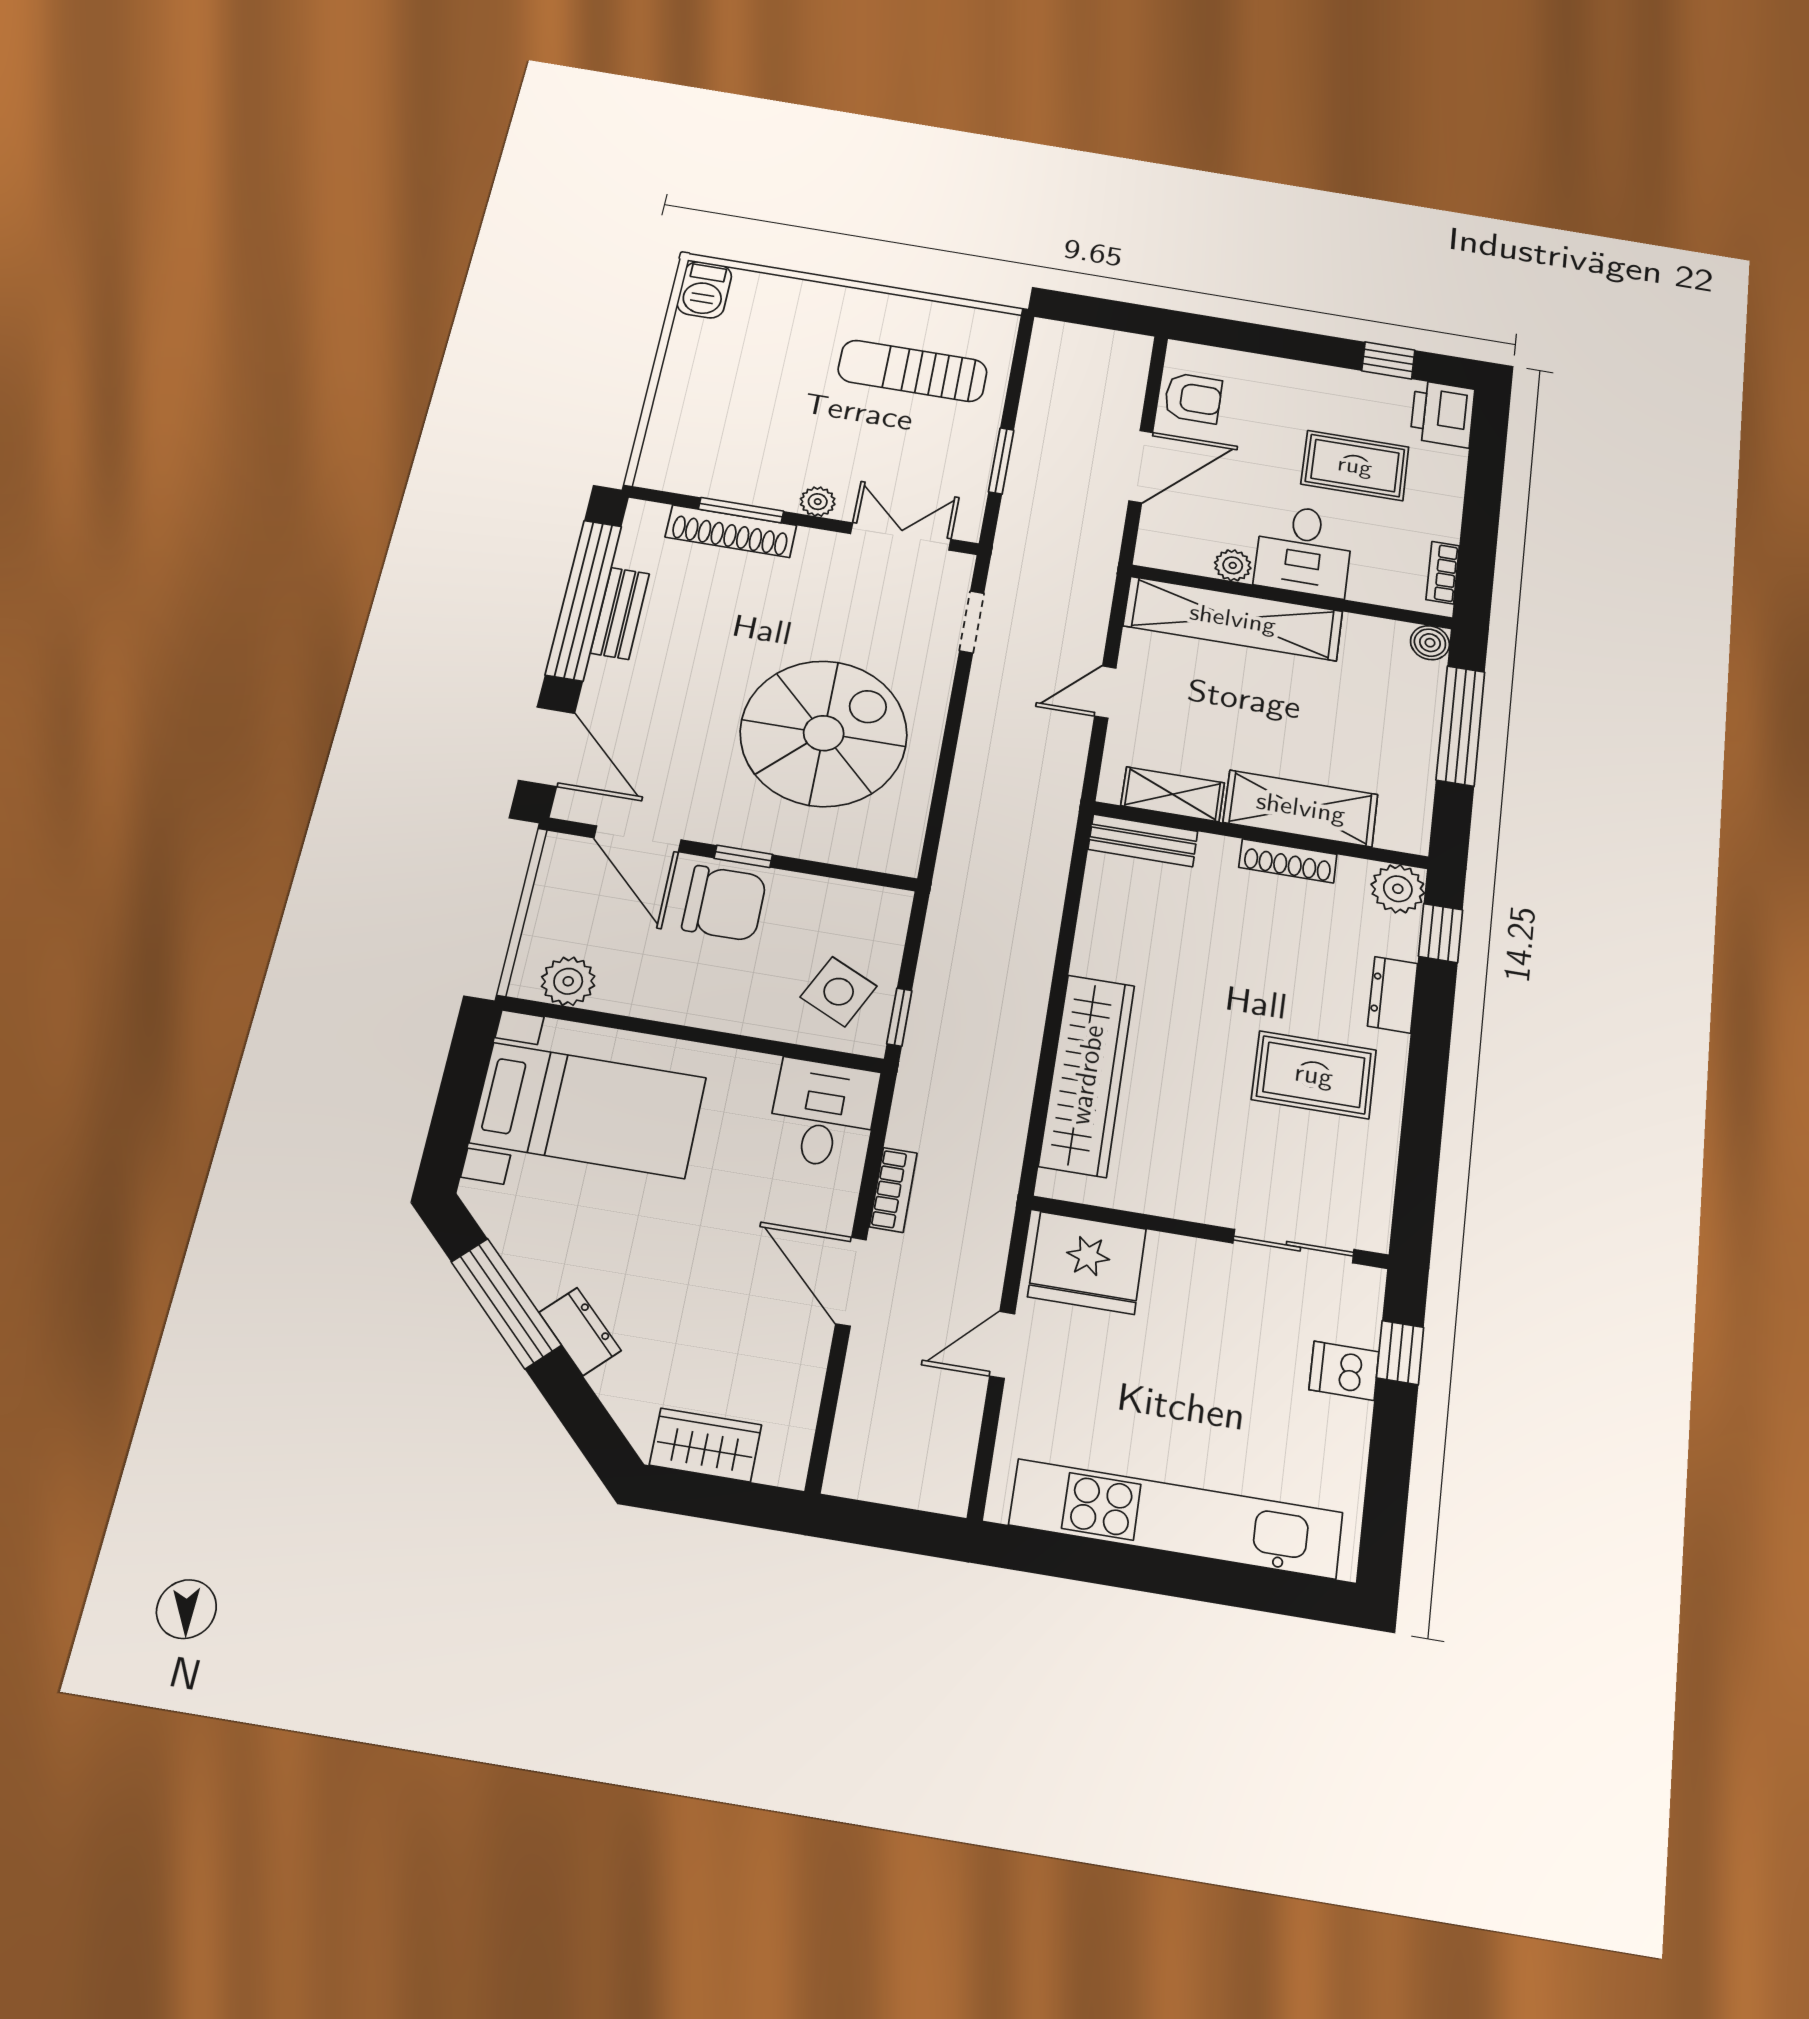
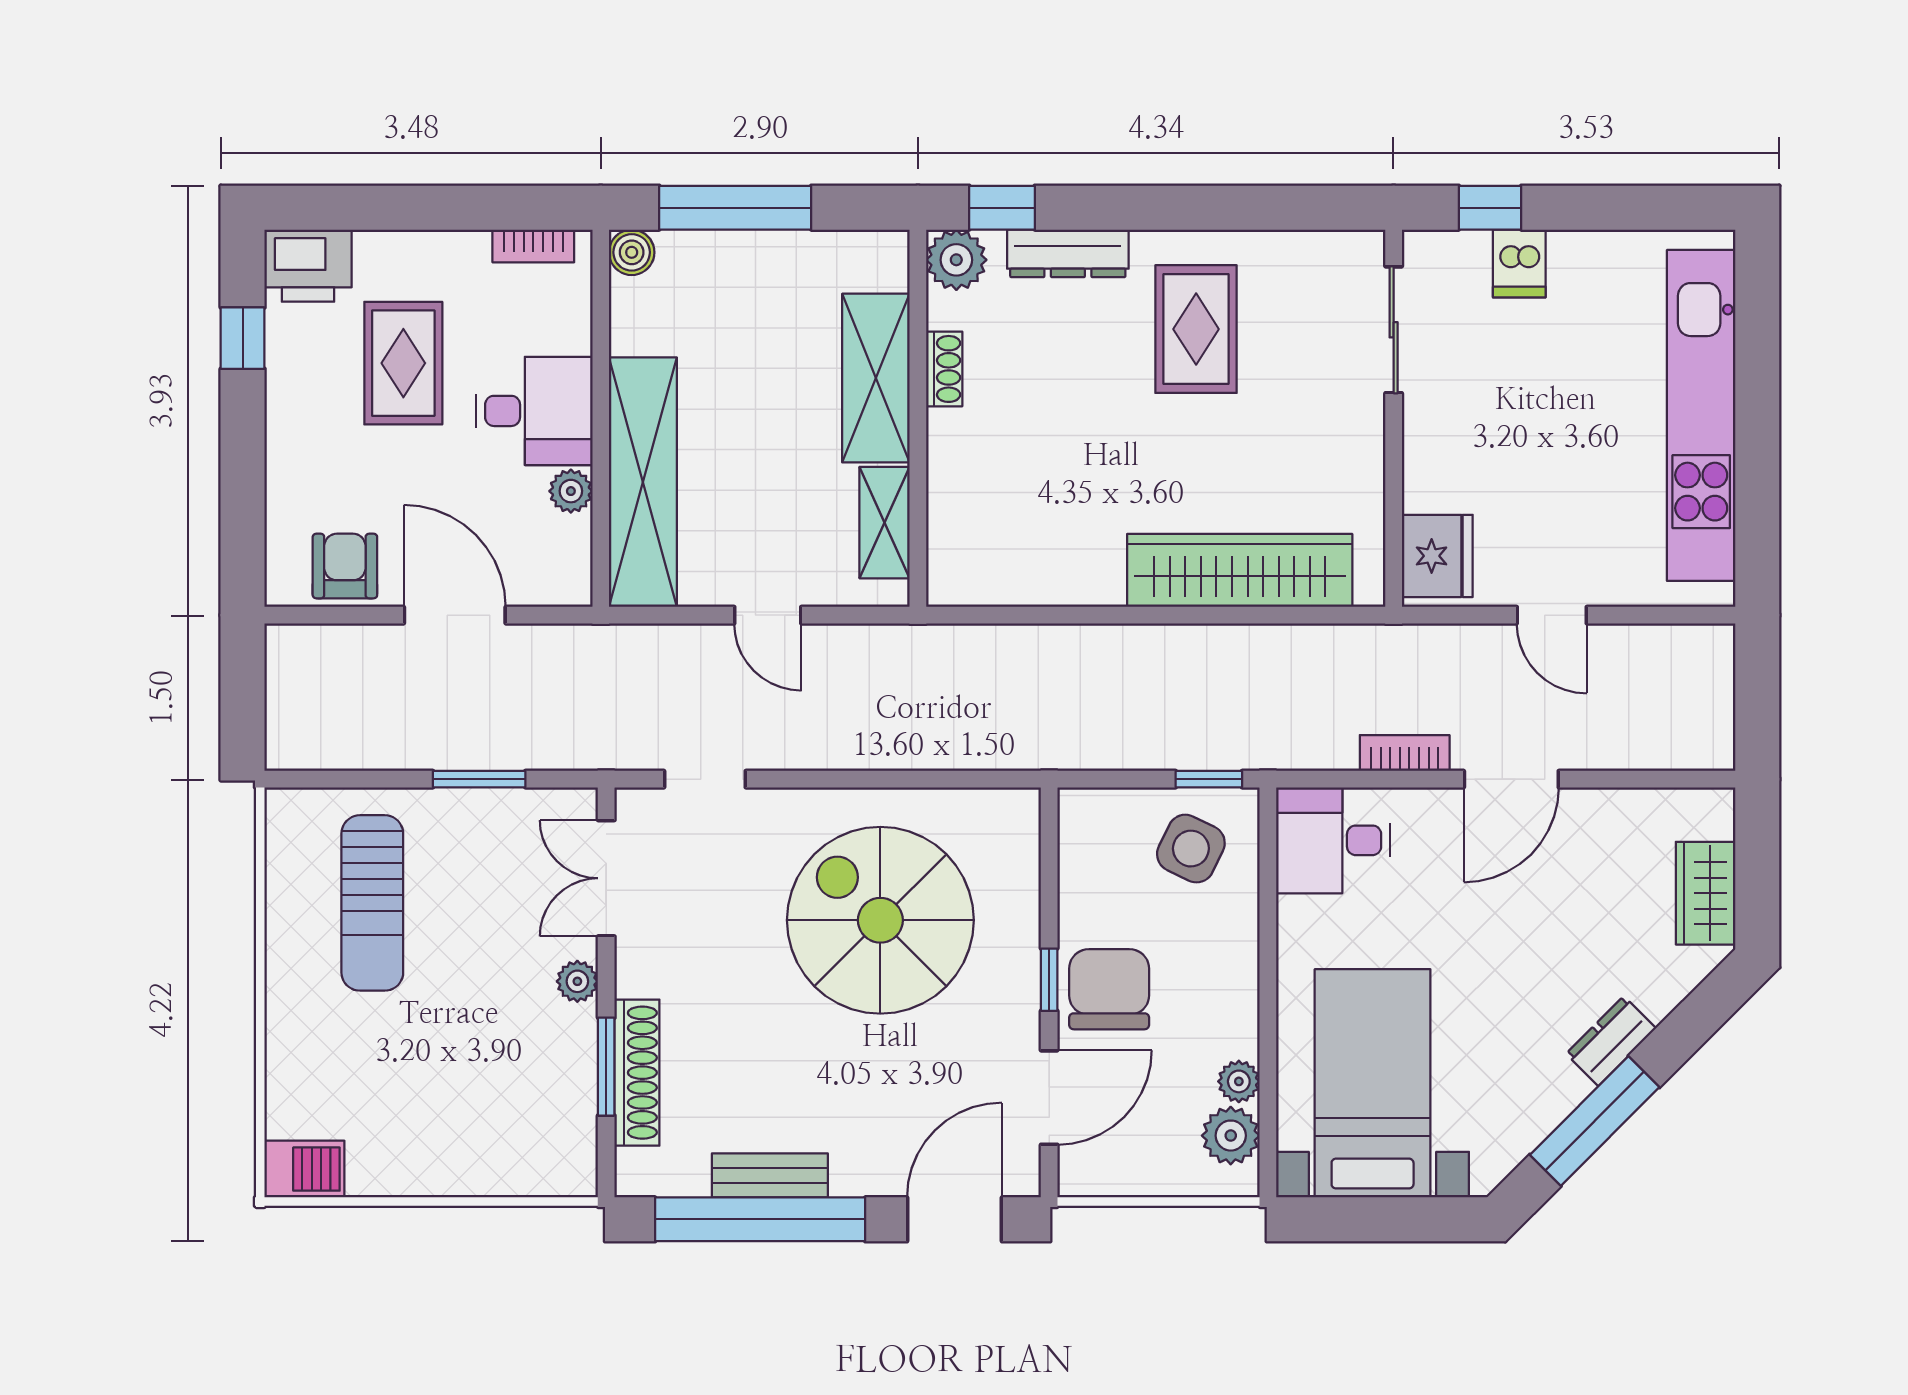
bench: (1143, 840) -> (949, 548), removed
shoe rack: (1288, 861) -> (944, 369), width x0.70
dresser: (1393, 995) -> (1068, 253), width x1.44
plant: (616, 996) -> (1239, 1081), added
fridge: (1087, 1263) -> (1437, 556), width x0.73, depth x0.75

